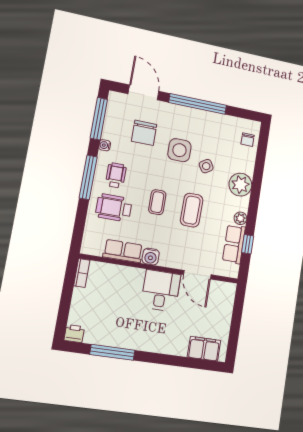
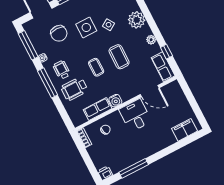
row of seats: (234, 244) -> (163, 67), moved
chair: (114, 282) -> (105, 130), added

